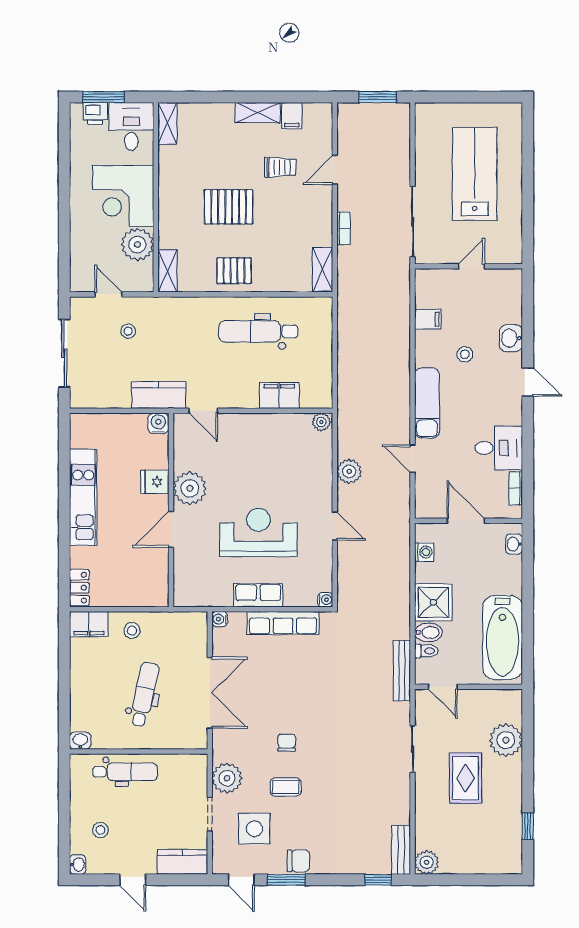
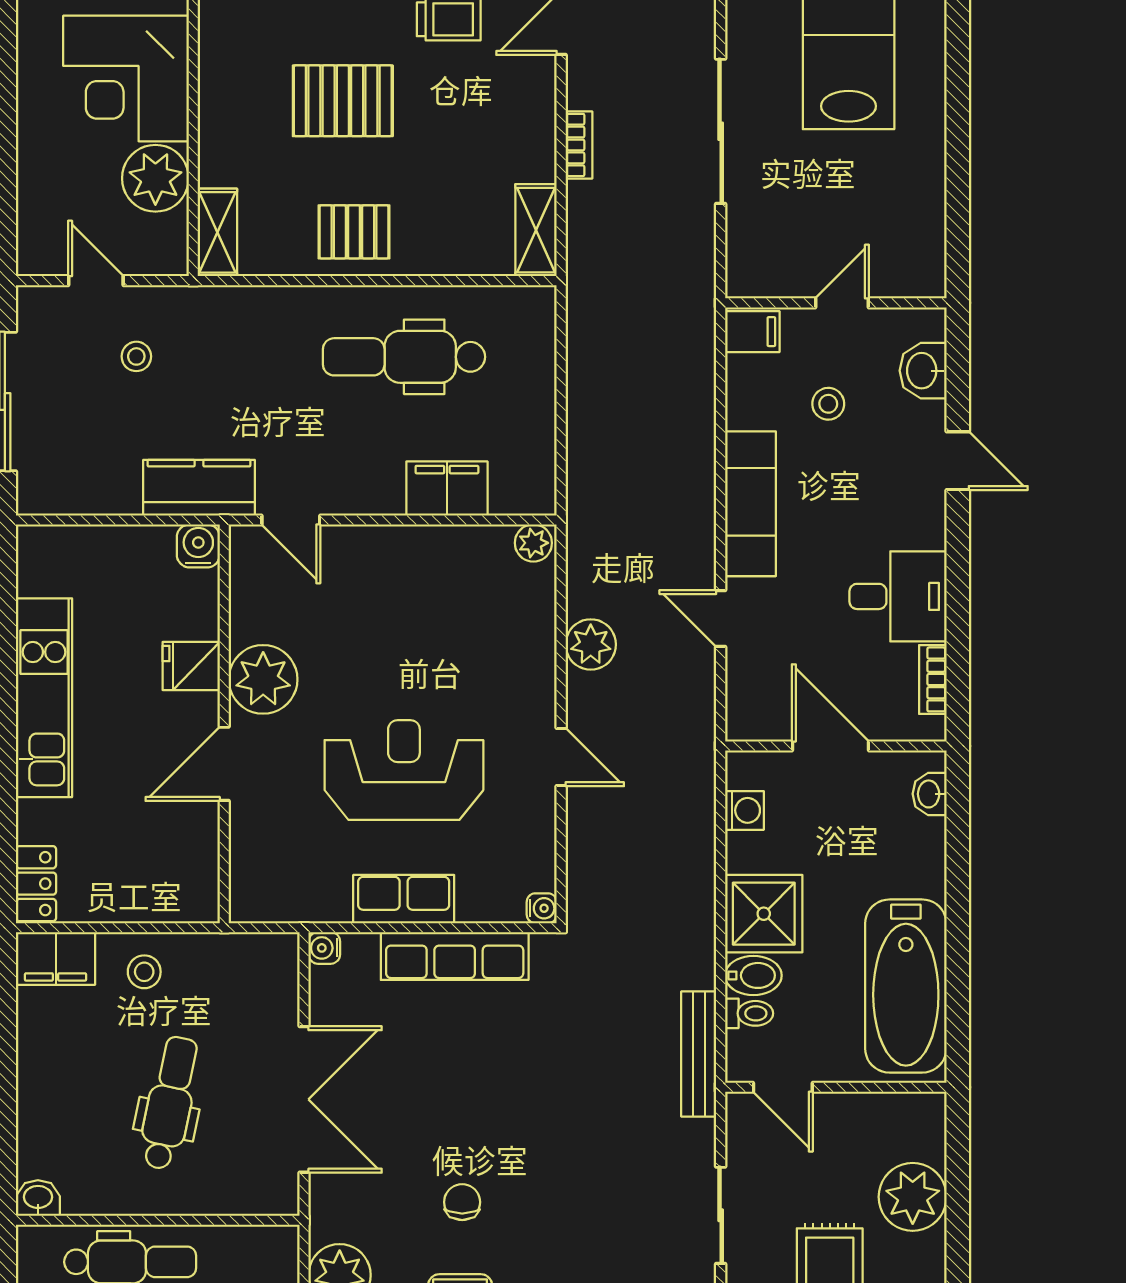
wall: (468, 266) -> (836, 303), moved
door: (472, 266) -> (842, 303), moved

